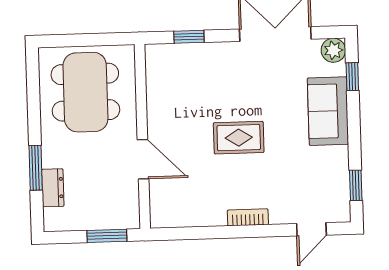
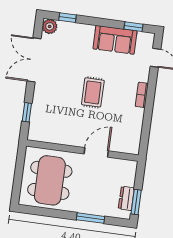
dining table: (85, 92) -> (50, 180), turned 90
sofa: (328, 111) -> (115, 40), moved
dresser: (53, 188) -> (126, 198), moved, turned -90
window: (107, 236) -> (136, 202), moved

